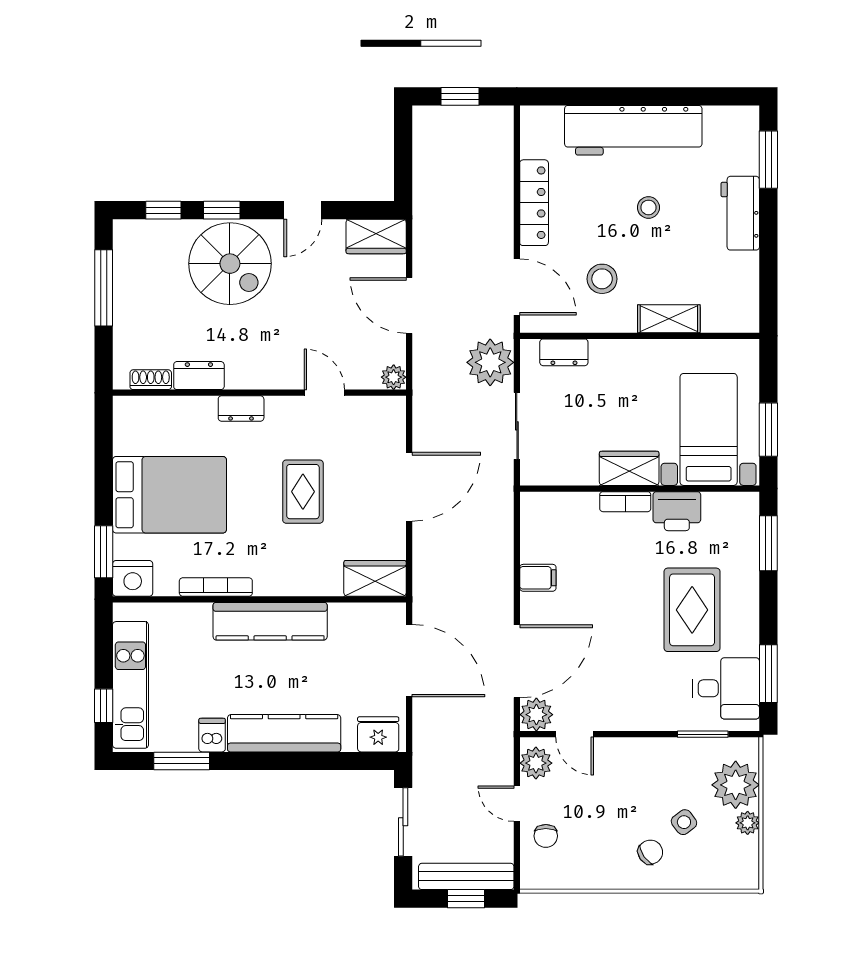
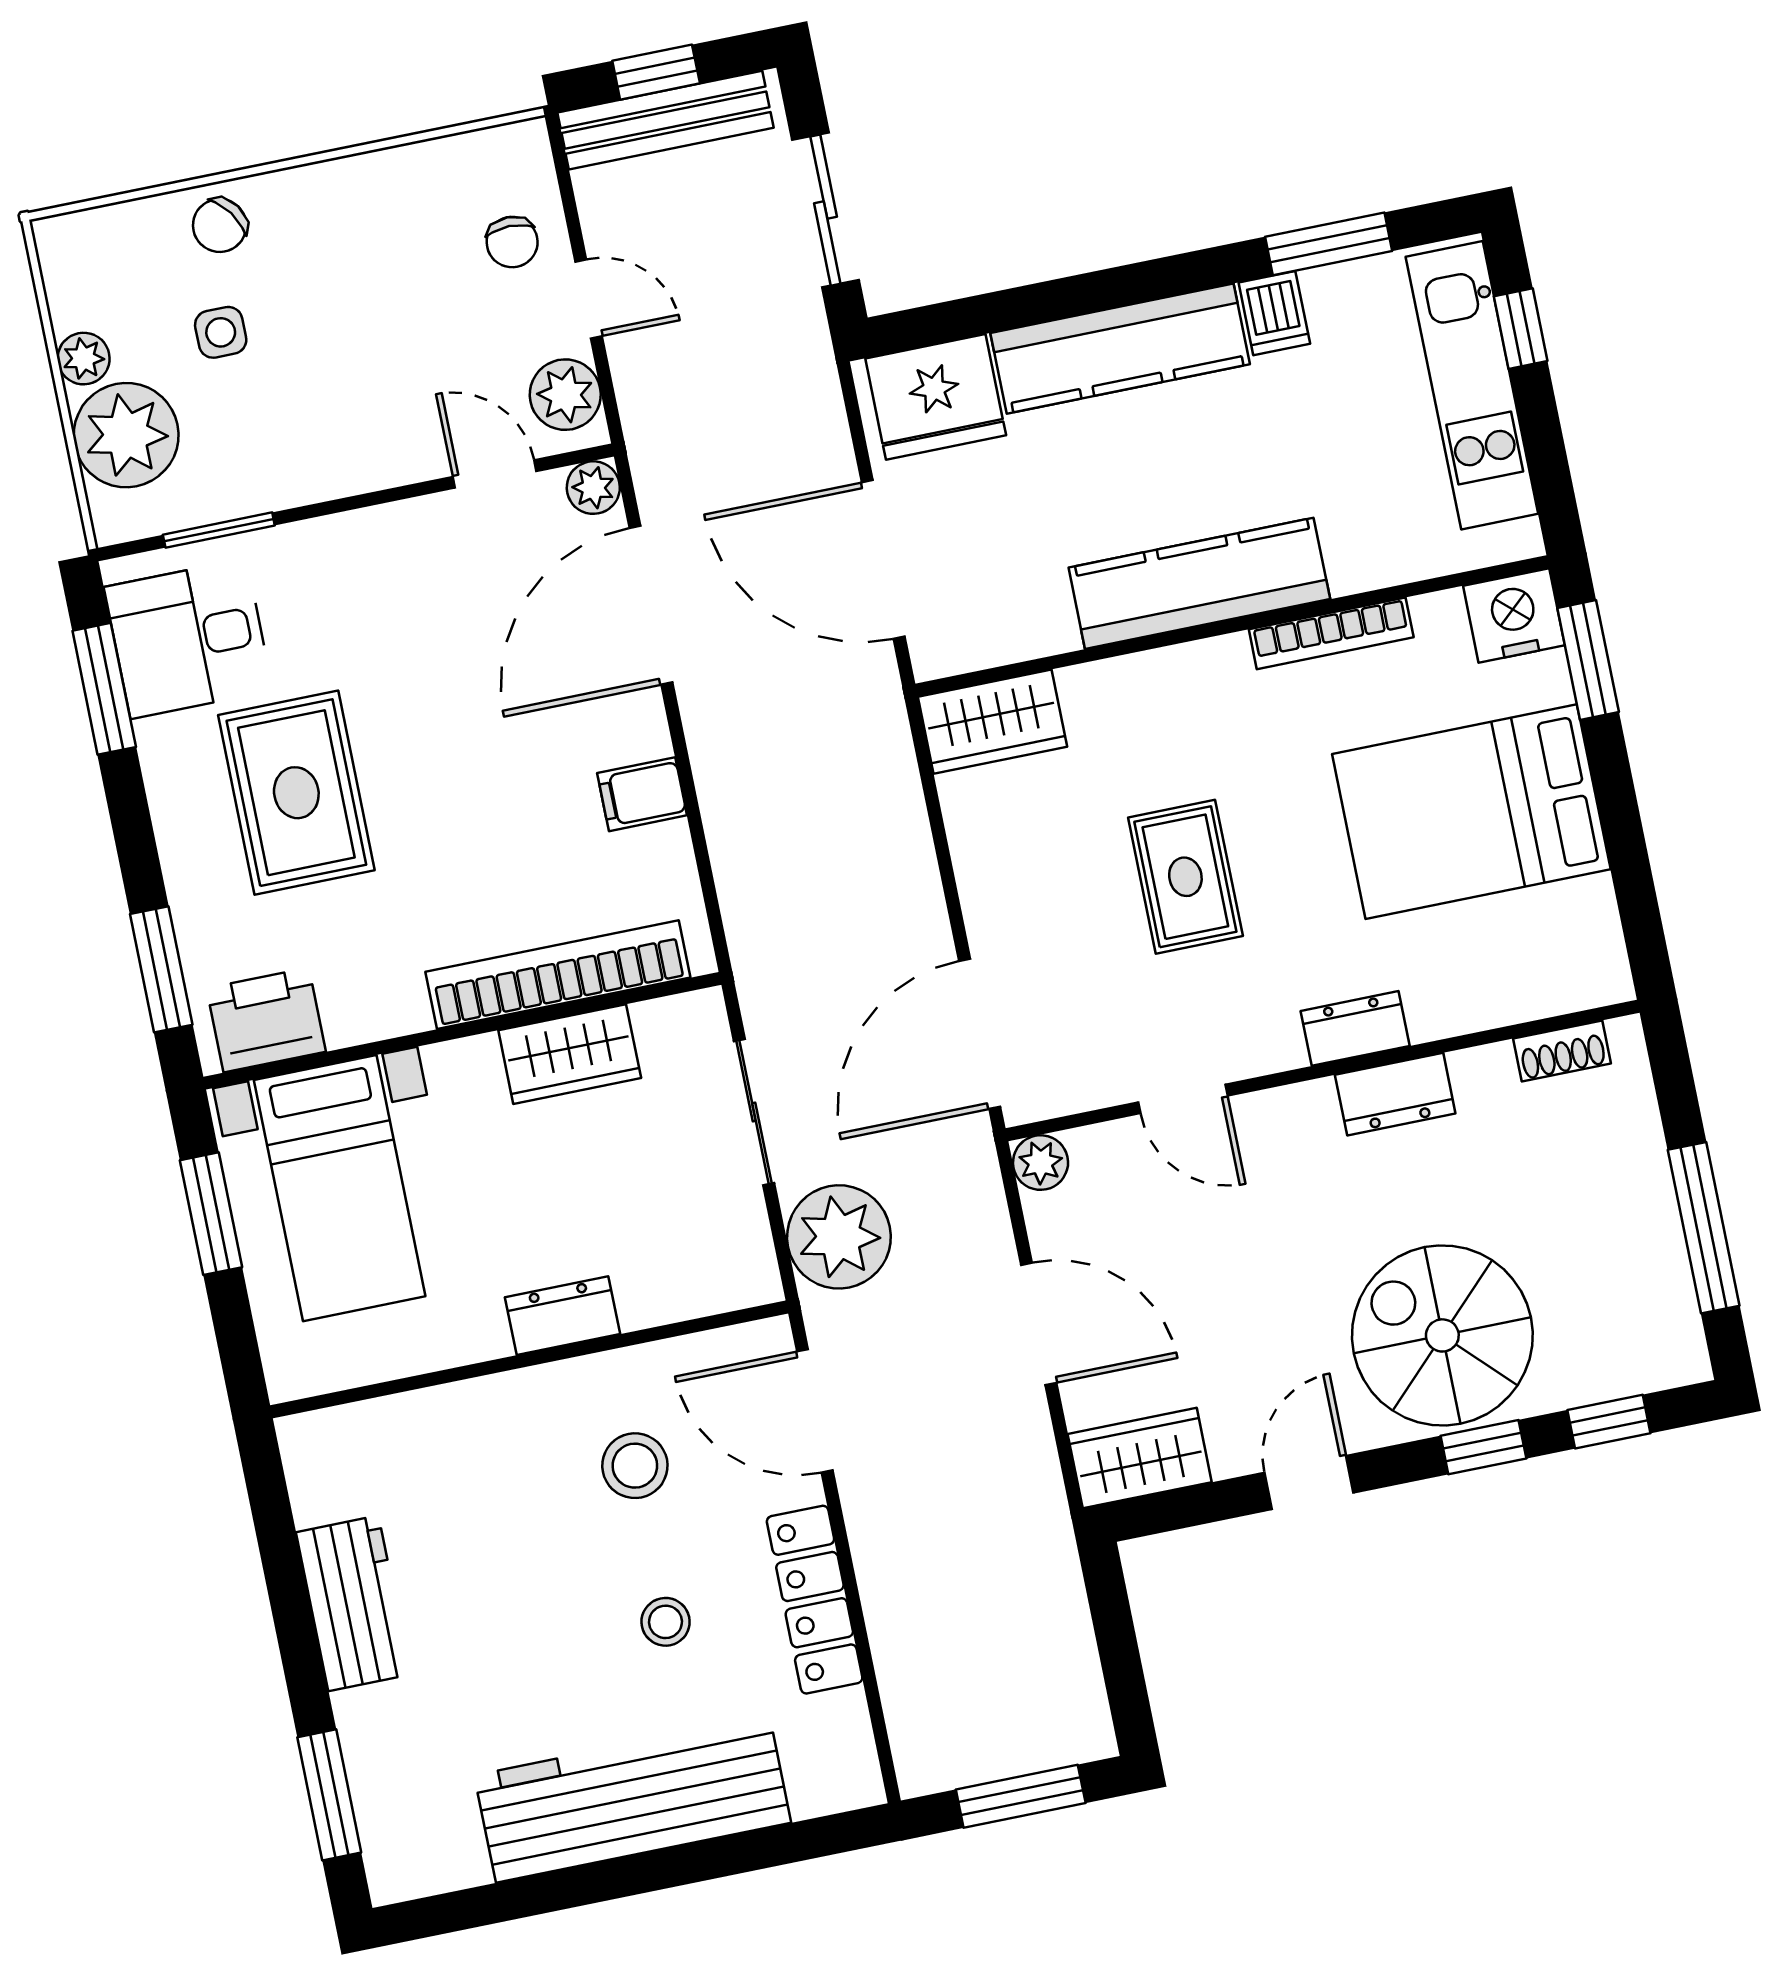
window: (460, 96) -> (1021, 1796), width x1.50
stool: (648, 207) -> (666, 1622), moved
workbench: (740, 213) -> (353, 1603), moved
shelving: (669, 319) -> (474, 1409), removed
dresser: (564, 352) -> (562, 1316), moved
dresser: (199, 376) -> (1395, 1094), moved
wardrobe: (629, 468) -> (570, 1054), moved
door: (409, 487) -> (980, 1034), moved
bookcase: (625, 502) -> (558, 975), width x2.31, depth x1.31
printer: (677, 511) -> (266, 1020), moved
plant: (536, 715) -> (593, 488), width x0.73, depth x0.73
fridge: (378, 734) -> (936, 397), width x1.36, depth x1.34
side table: (684, 822) -> (221, 332), turned 37
chair: (546, 836) -> (512, 242), turned 180
chair: (650, 852) -> (220, 225), moved

